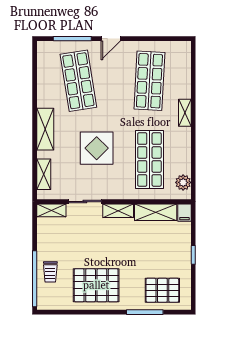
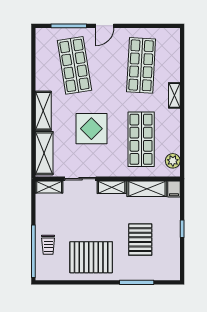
shelving: (44, 174) -> (44, 153), width x1.50, depth x1.33
pallet: (162, 290) -> (140, 240), moved, turned 90

